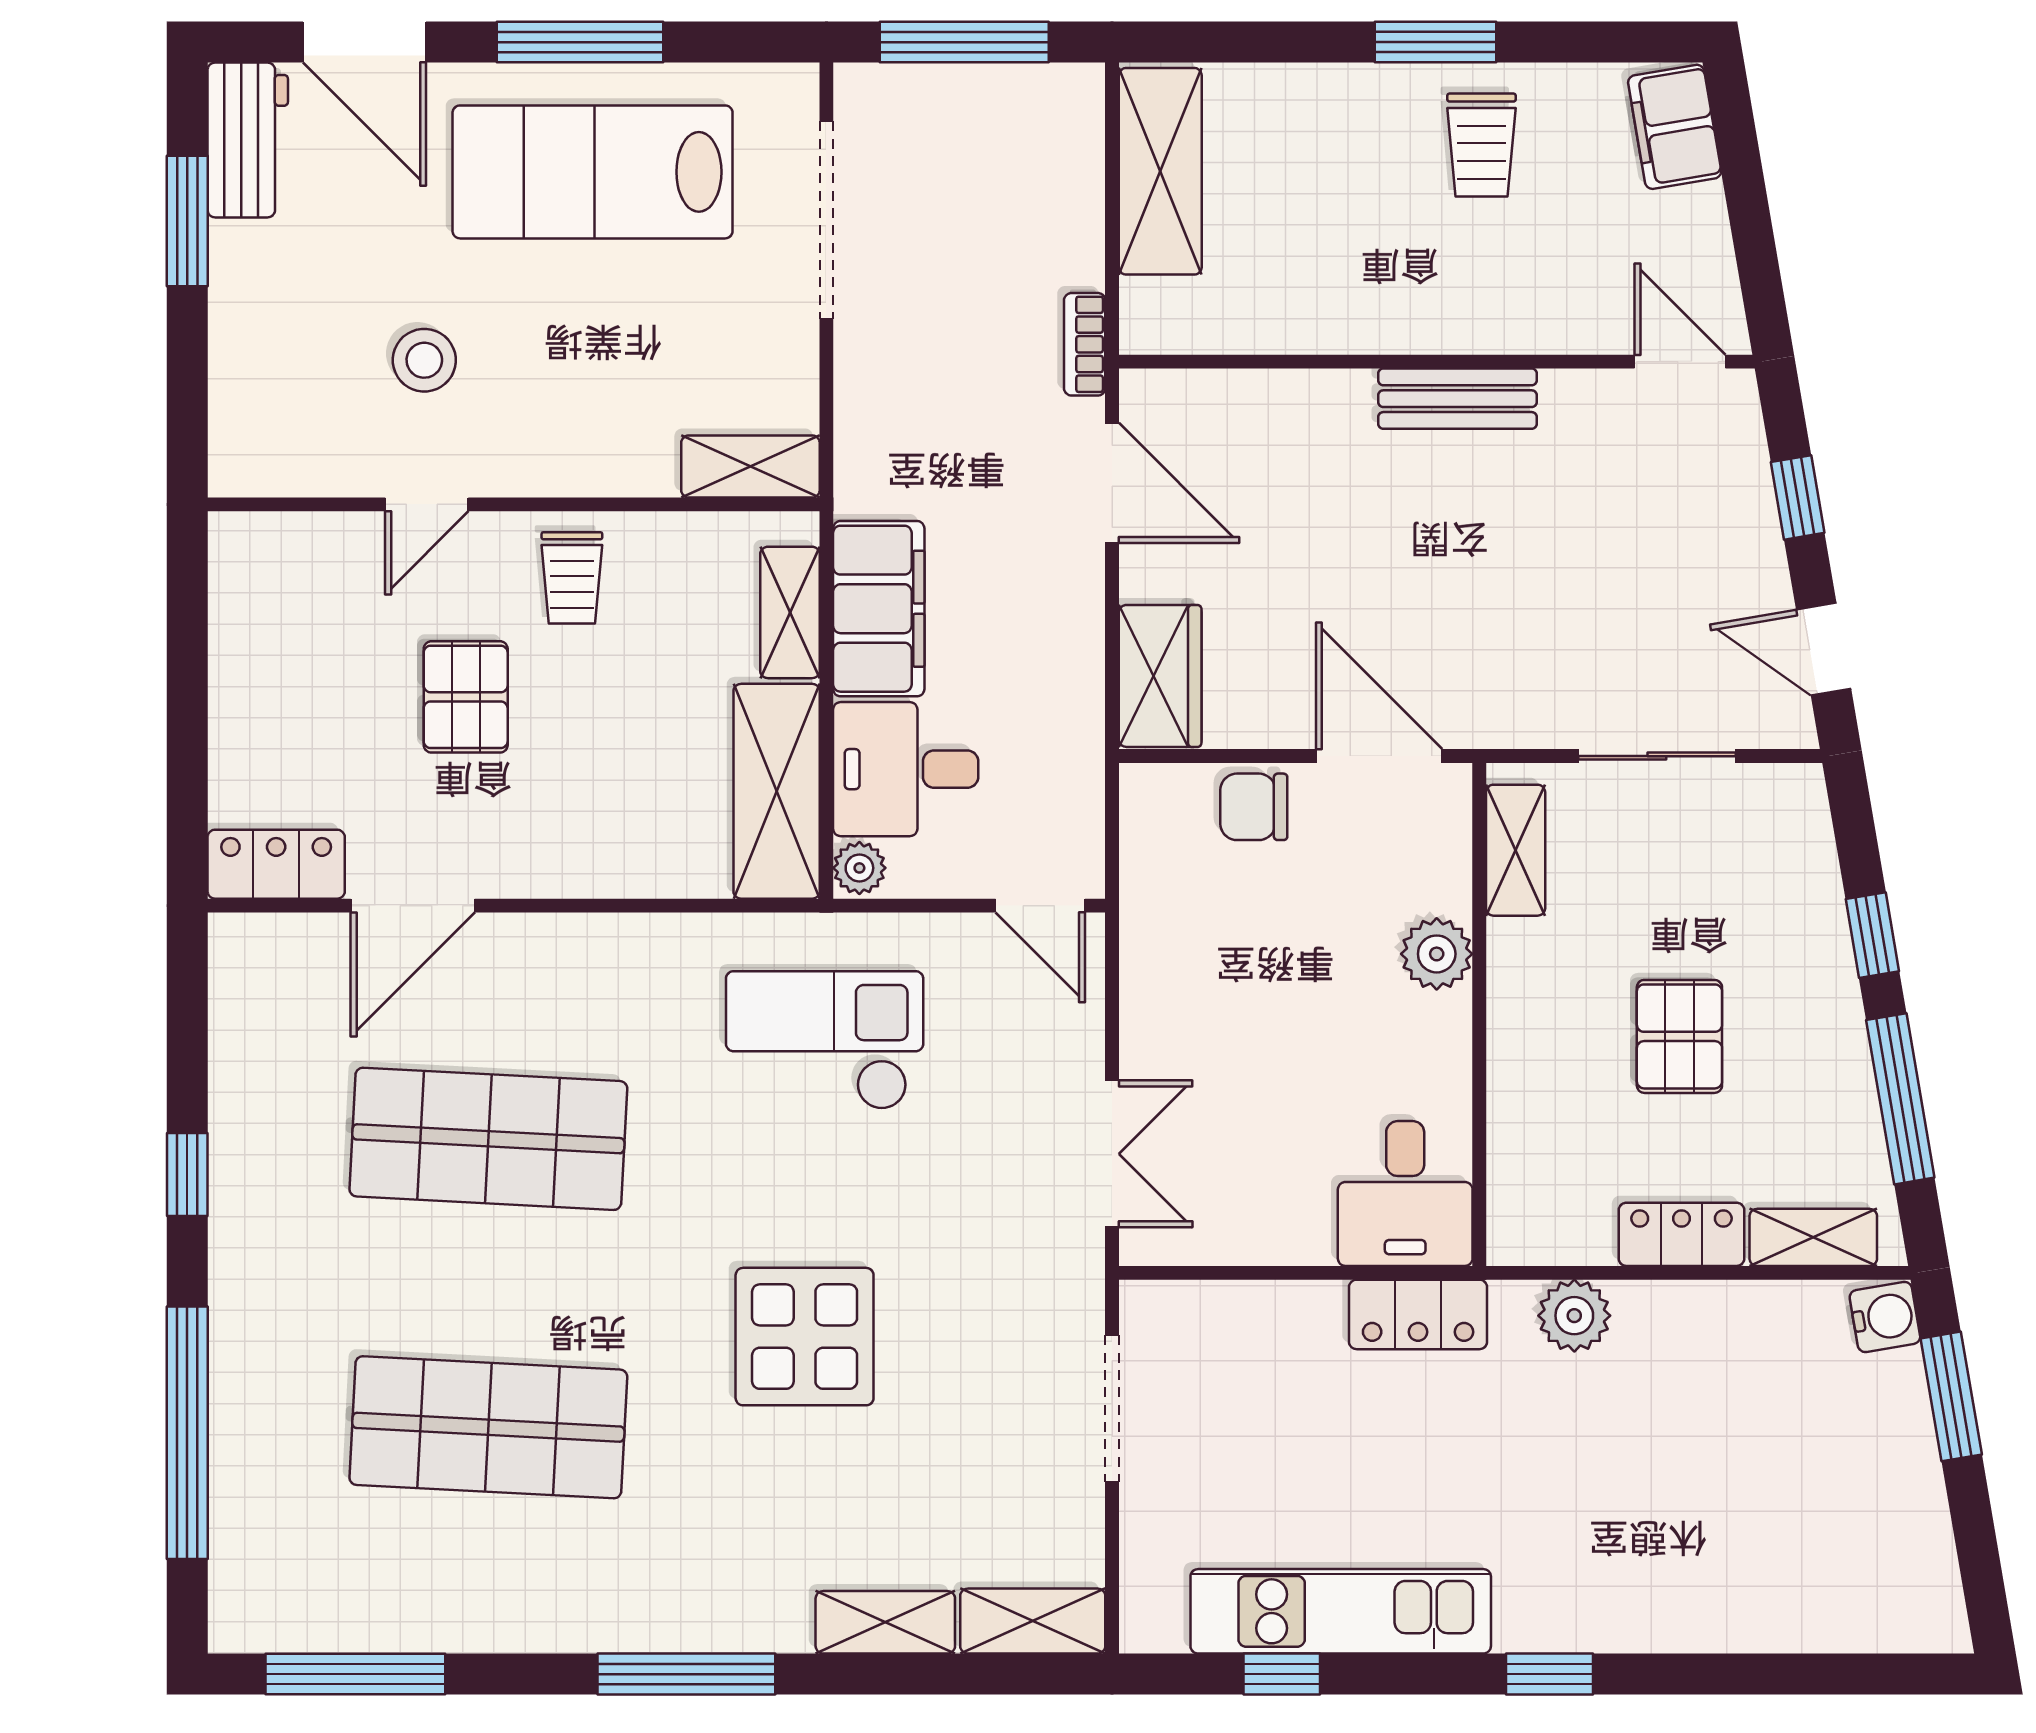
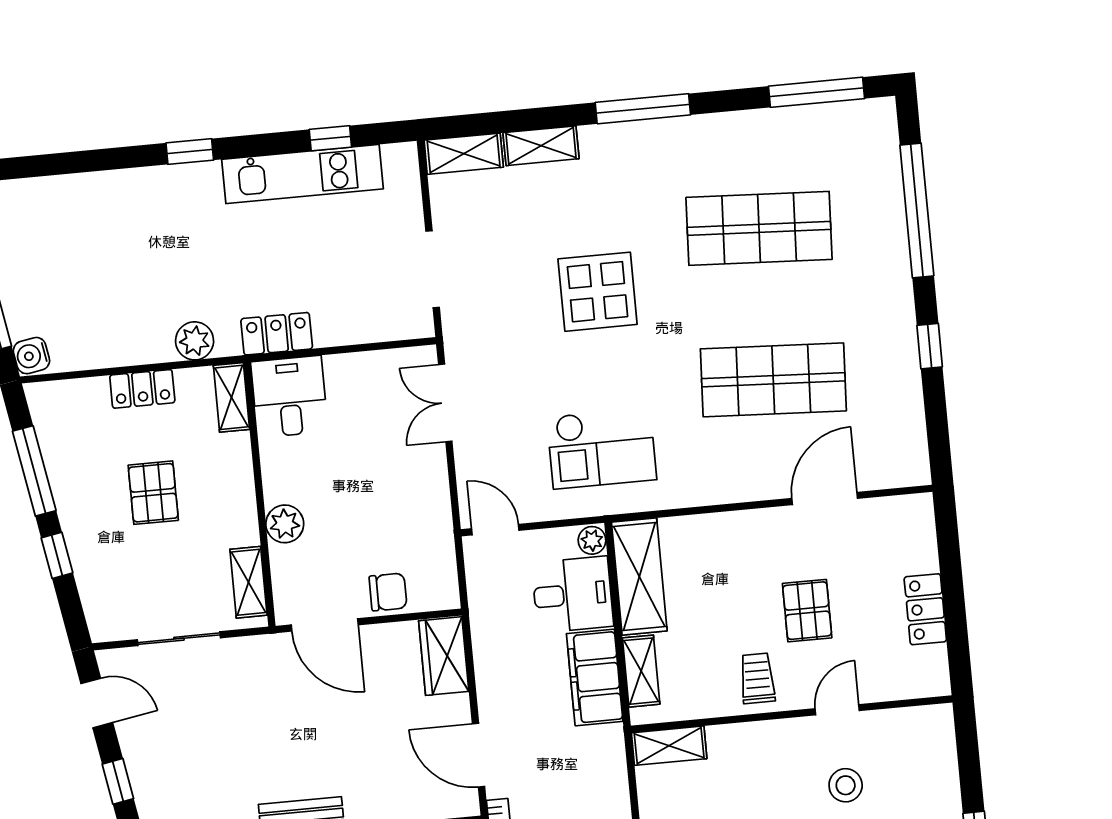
locker: (276, 864) -> (925, 609), moved, turned 90
shelving: (1813, 1237) -> (231, 397), moved, turned 90

